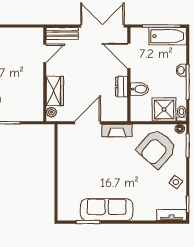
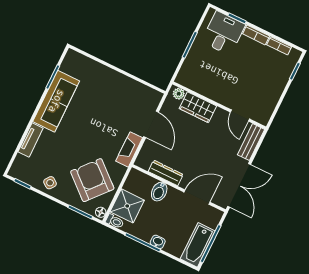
dresser: (122, 87) -> (166, 173), width x1.44
tv unit: (172, 215) -> (31, 140), moved

